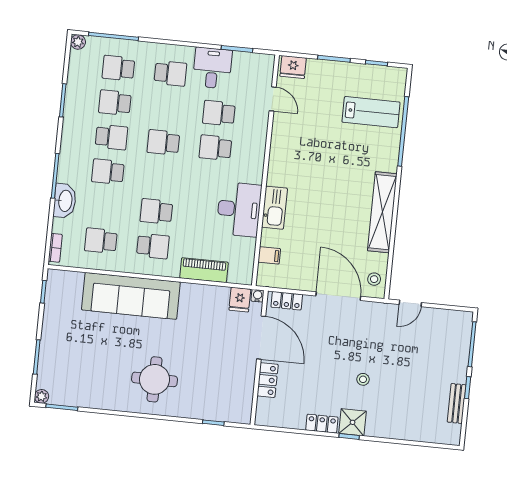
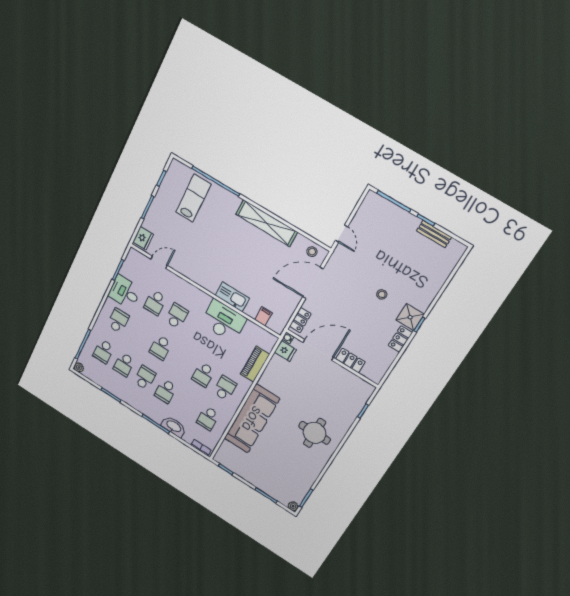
school desk: (215, 148) -> (177, 316), turned 180

